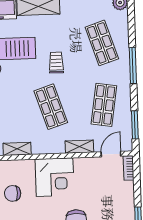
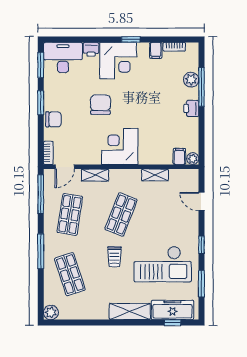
shop shelf: (51, 107) -> (121, 214), turned 39
window: (135, 125) -> (41, 194), width x1.44
chair: (13, 193) -> (53, 119), moved

